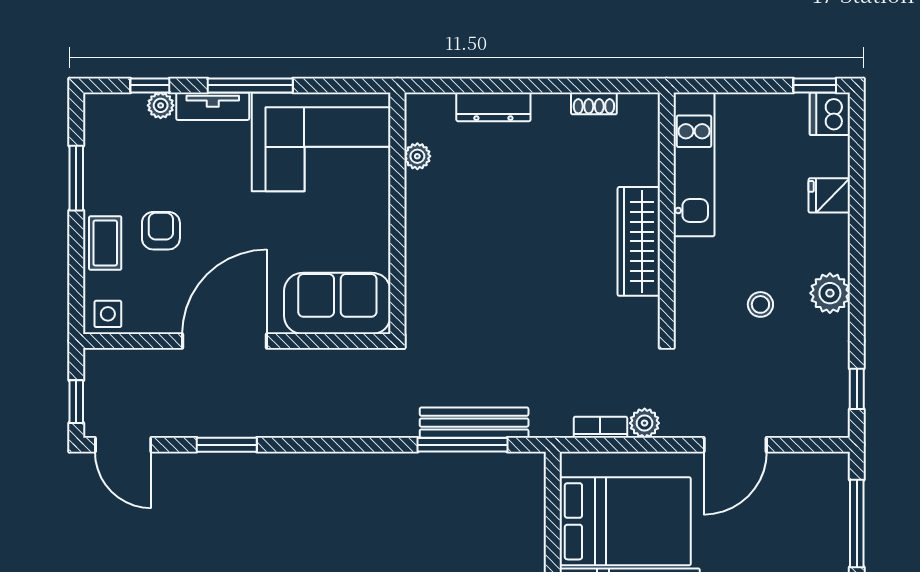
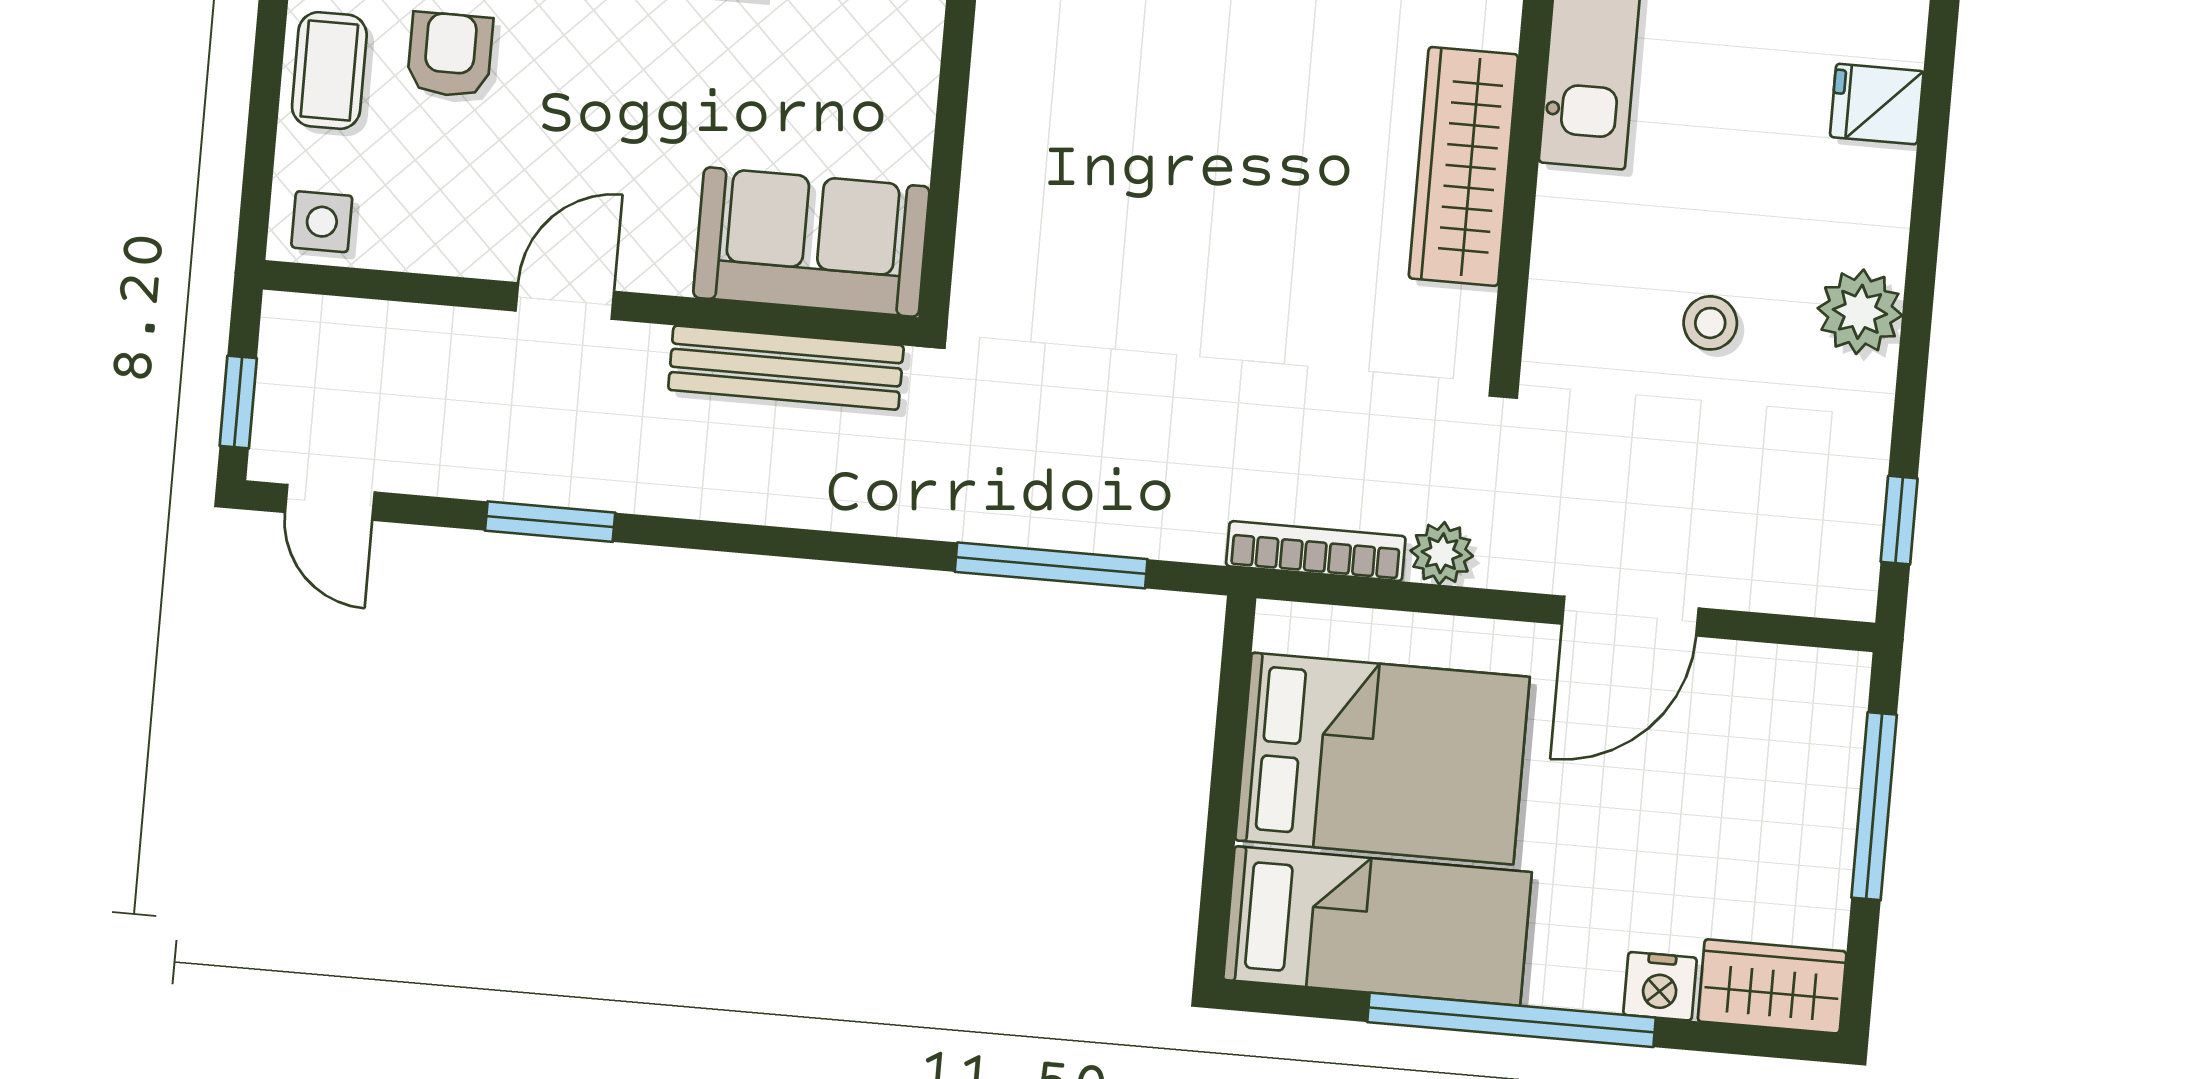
door: (225, 341) -> (565, 301), width x0.53
bench: (474, 423) -> (786, 368), moved
bookcase: (600, 427) -> (1316, 551), width x1.56
door: (123, 445) -> (330, 502), width x0.73

